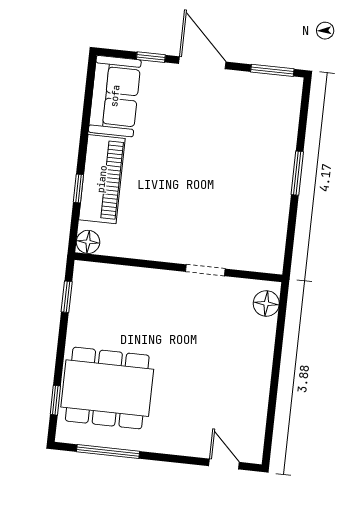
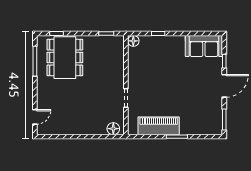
piano: (102, 179) -> (159, 126), moved, turned 180

